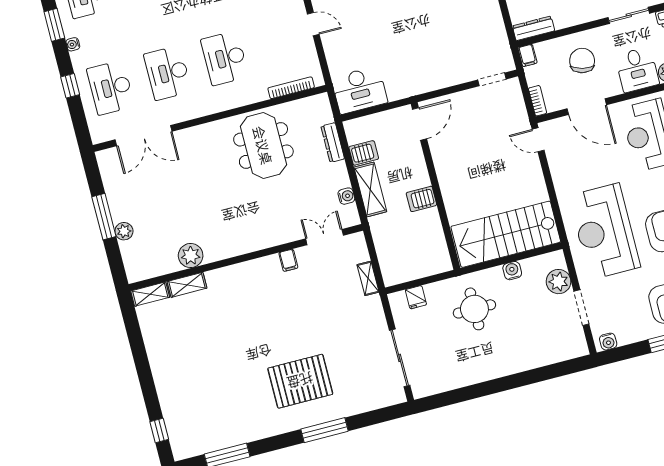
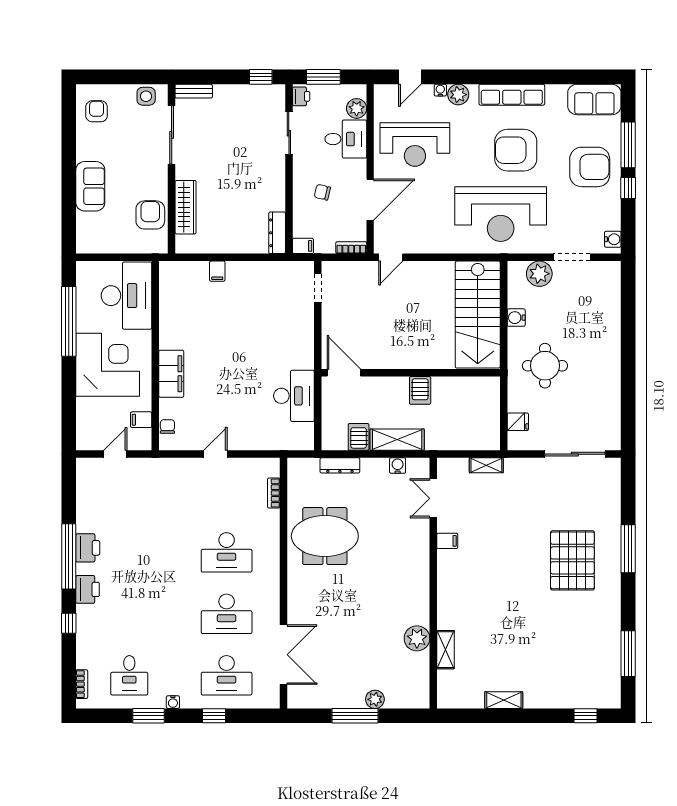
chair: (582, 61) -> (322, 192), width x0.54, depth x0.54
bookcase: (291, 88) -> (274, 493), width x0.64
desk: (359, 90) -> (294, 396), moved
shelving: (150, 294) -> (504, 700), moved, turned 90

